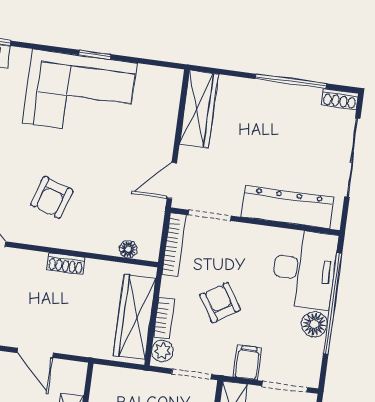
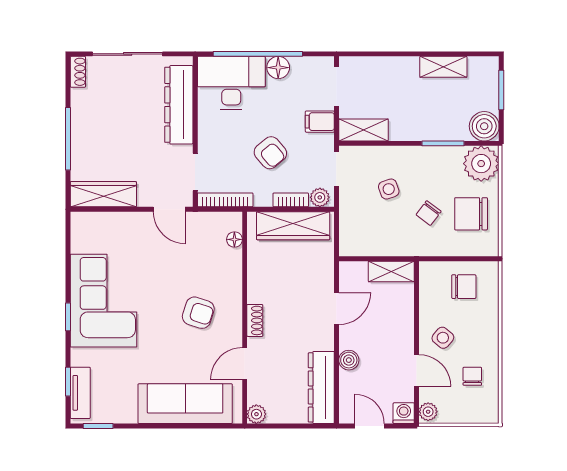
window: (95, 55) -> (68, 317), moved
window: (291, 81) -> (68, 139), moved
shoe rack: (66, 264) -> (255, 320), moved
armchair: (220, 302) -> (270, 153), turned -97

